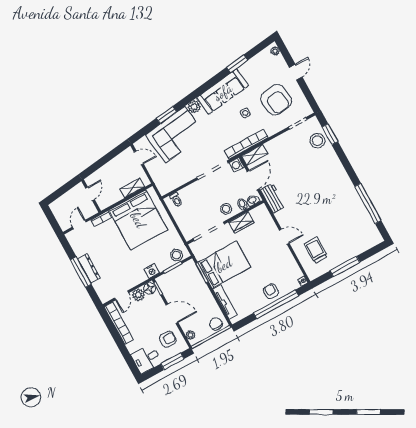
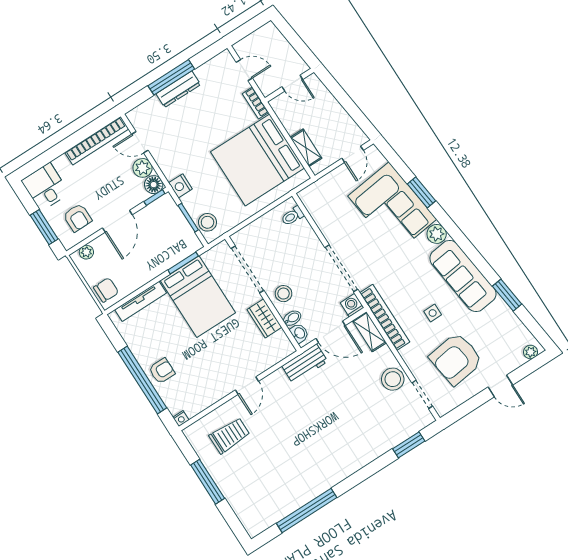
stool: (317, 141) -> (393, 379), moved

